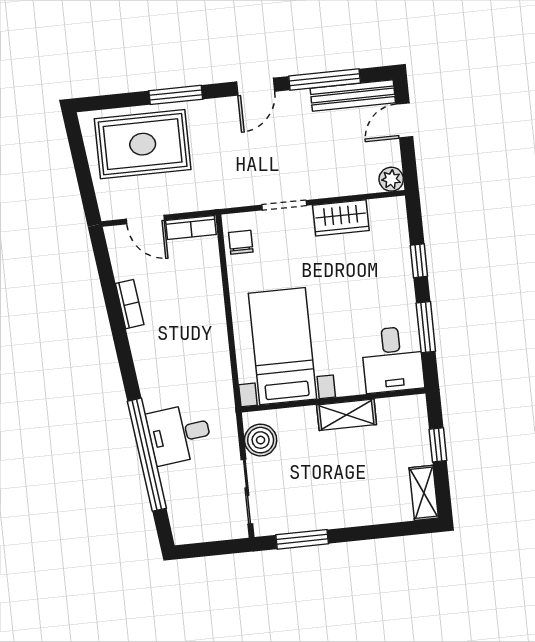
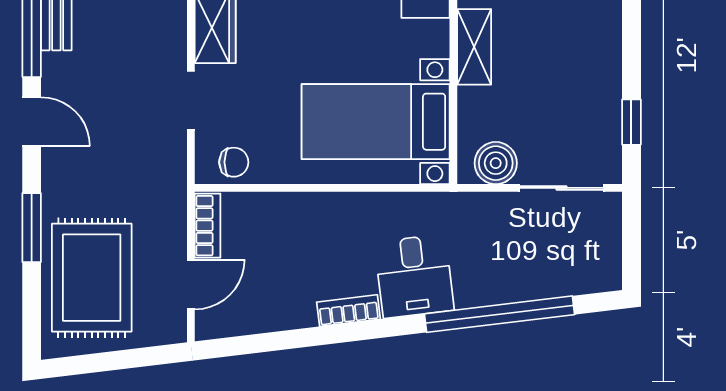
chair: (241, 242) -> (234, 162), turned 180
bookcase: (130, 304) -> (348, 311), moved
desk: (179, 434) -> (414, 276), moved
window: (302, 539) -> (631, 122), width x0.67

